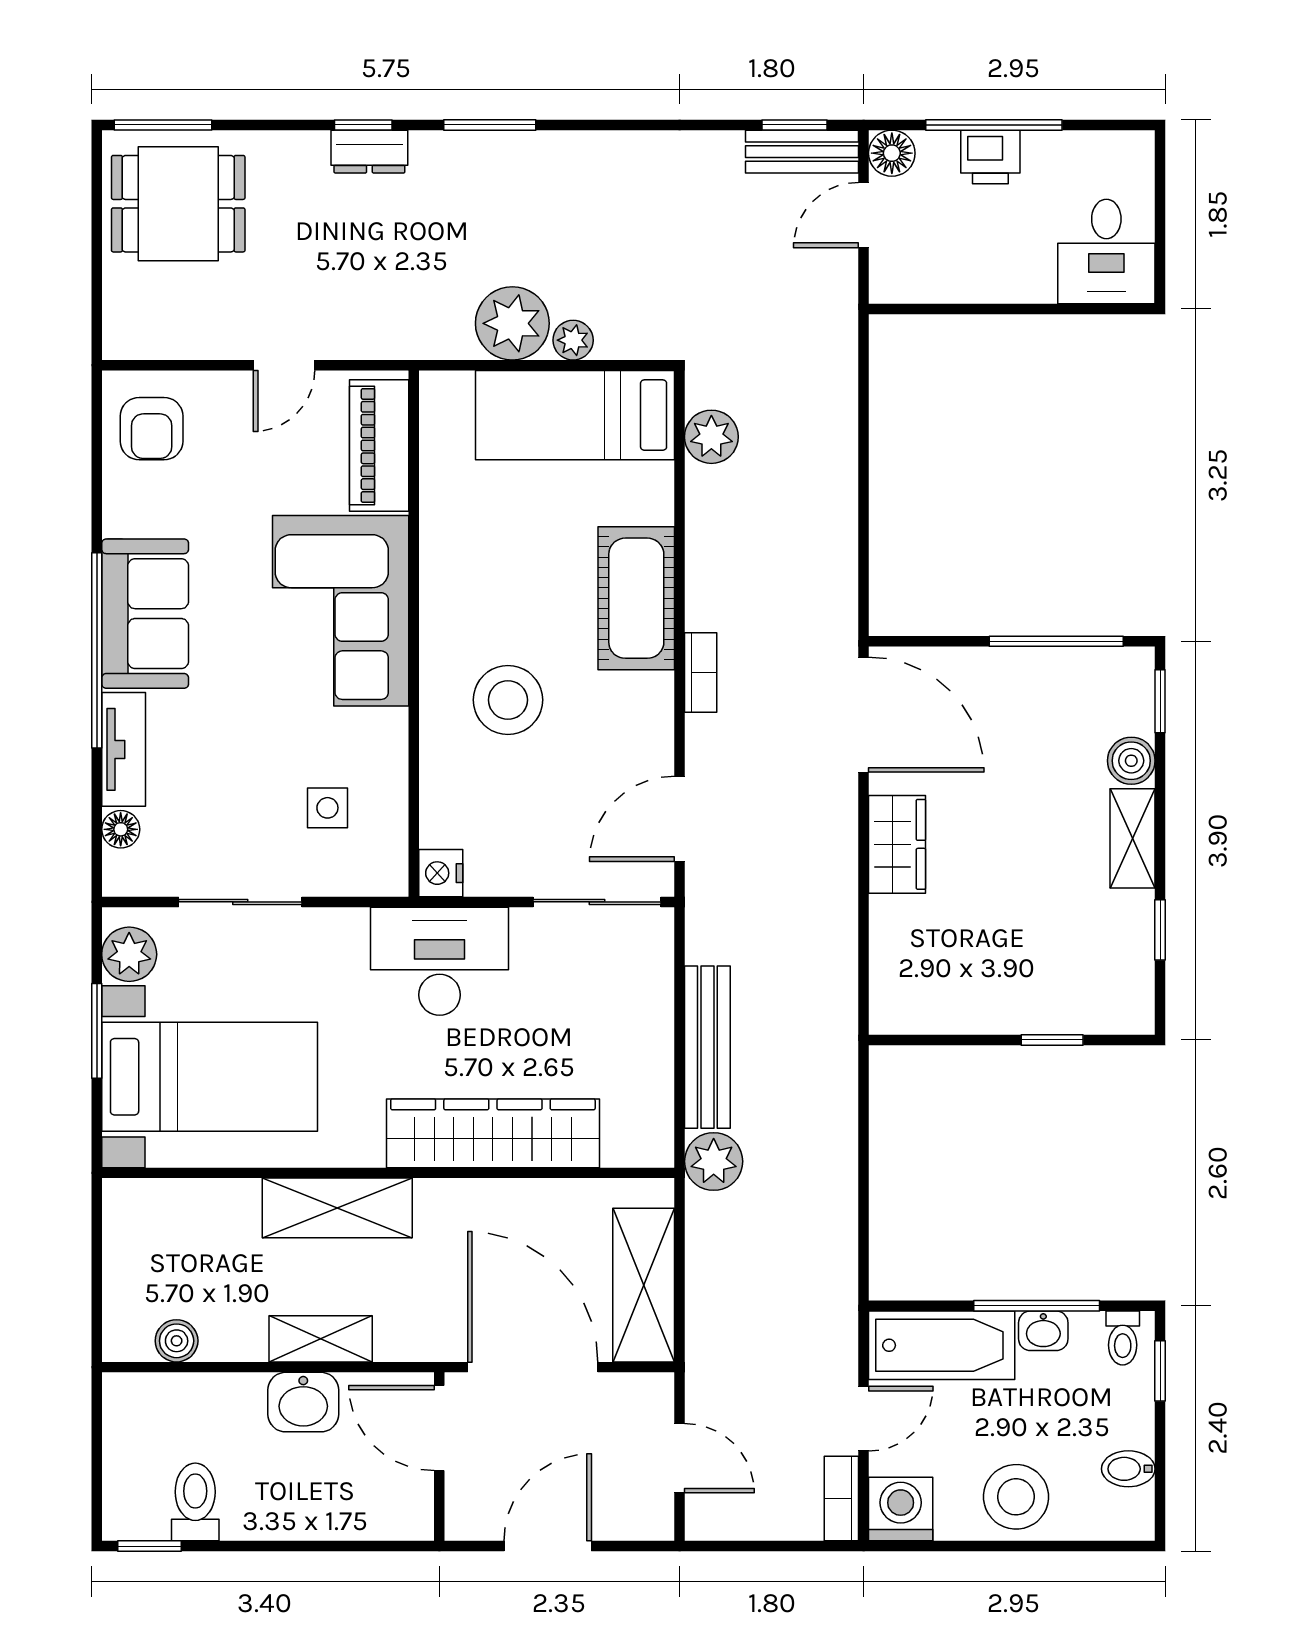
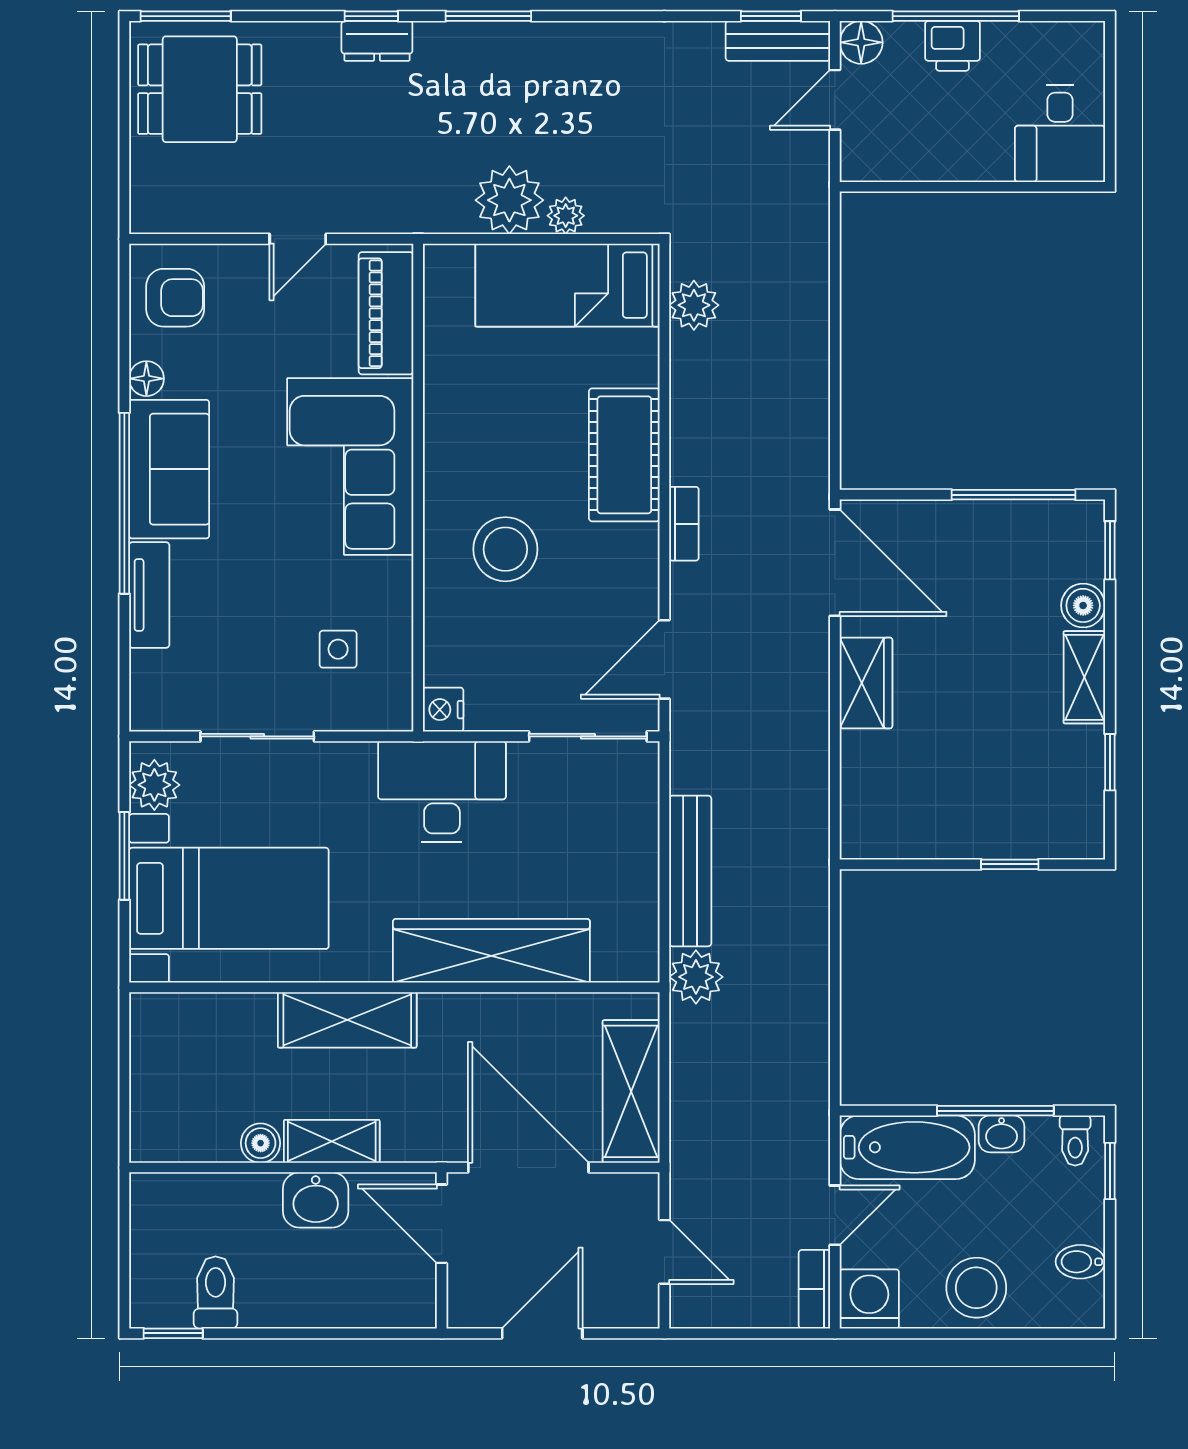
armchair: (152, 429) -> (175, 298), turned -90
floor lamp: (121, 829) -> (146, 379), moved
boiler: (177, 1341) -> (261, 1143), moved

